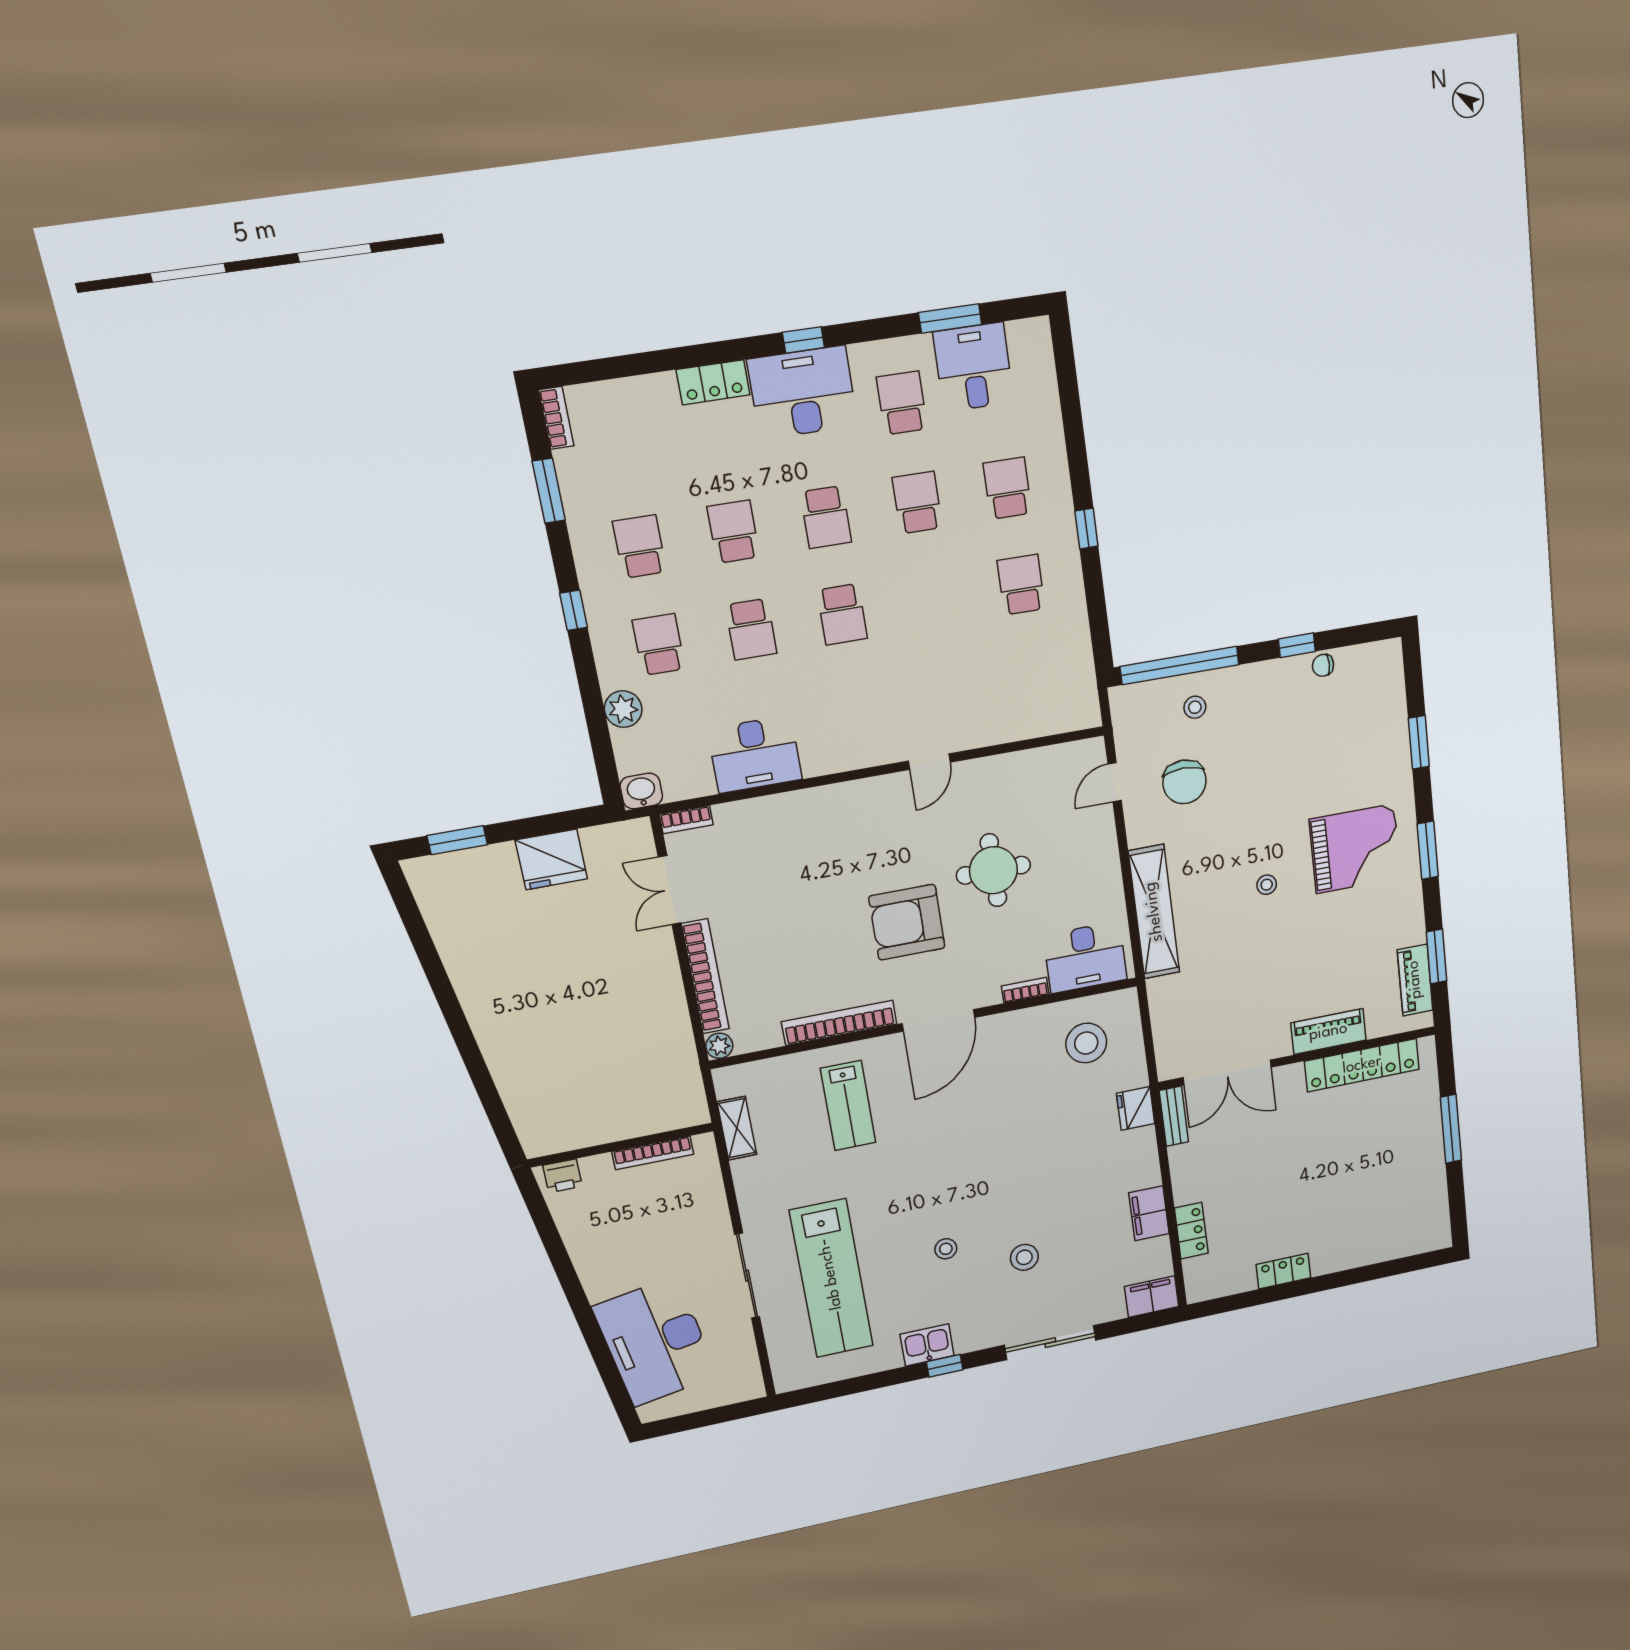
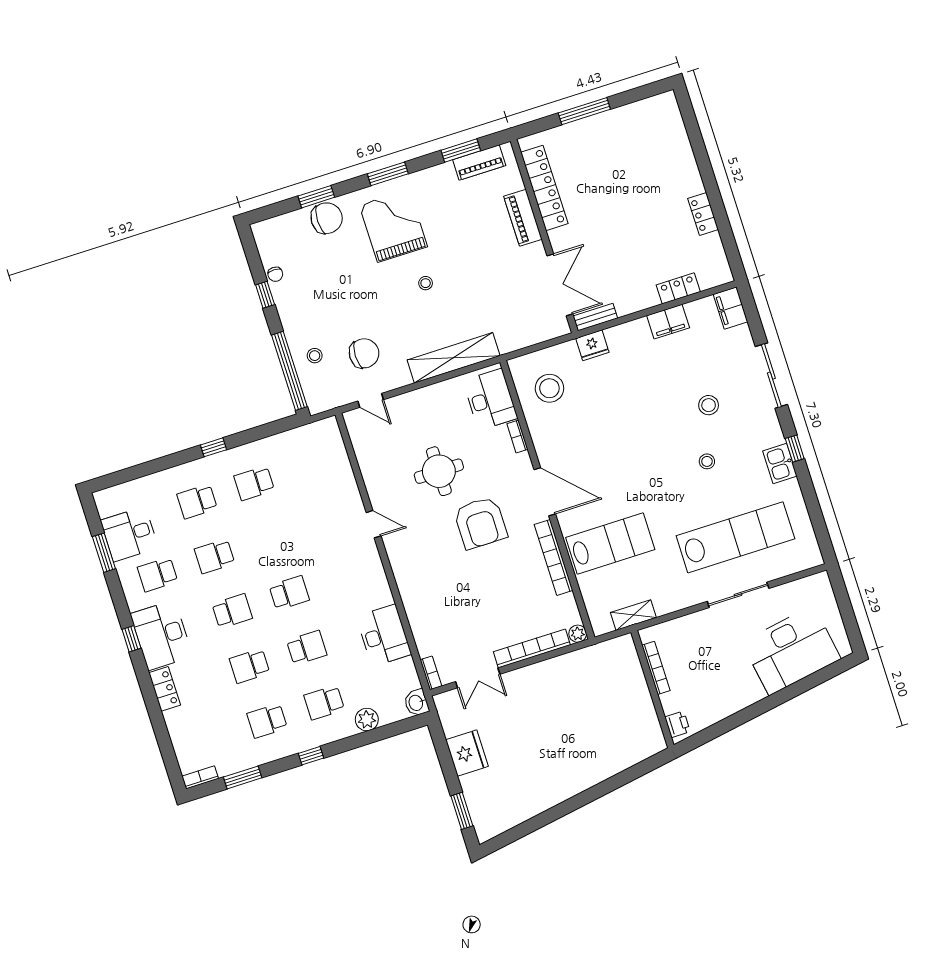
chair: (1386, 753) -> (327, 218), added
lab bench: (848, 1106) -> (610, 544), width x1.36, depth x1.39

